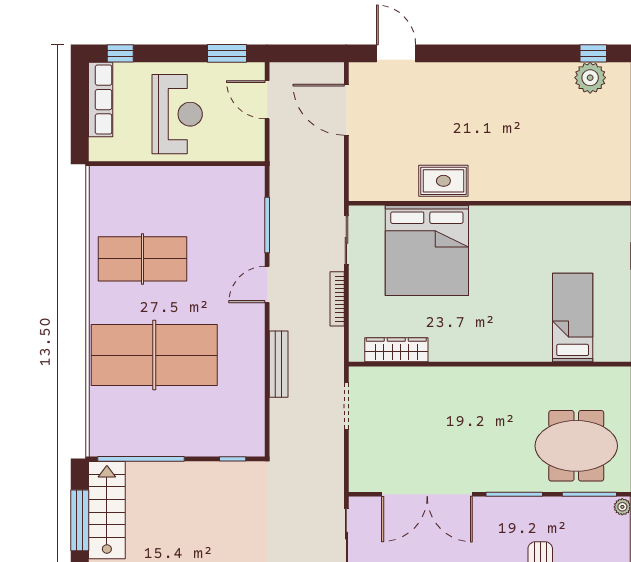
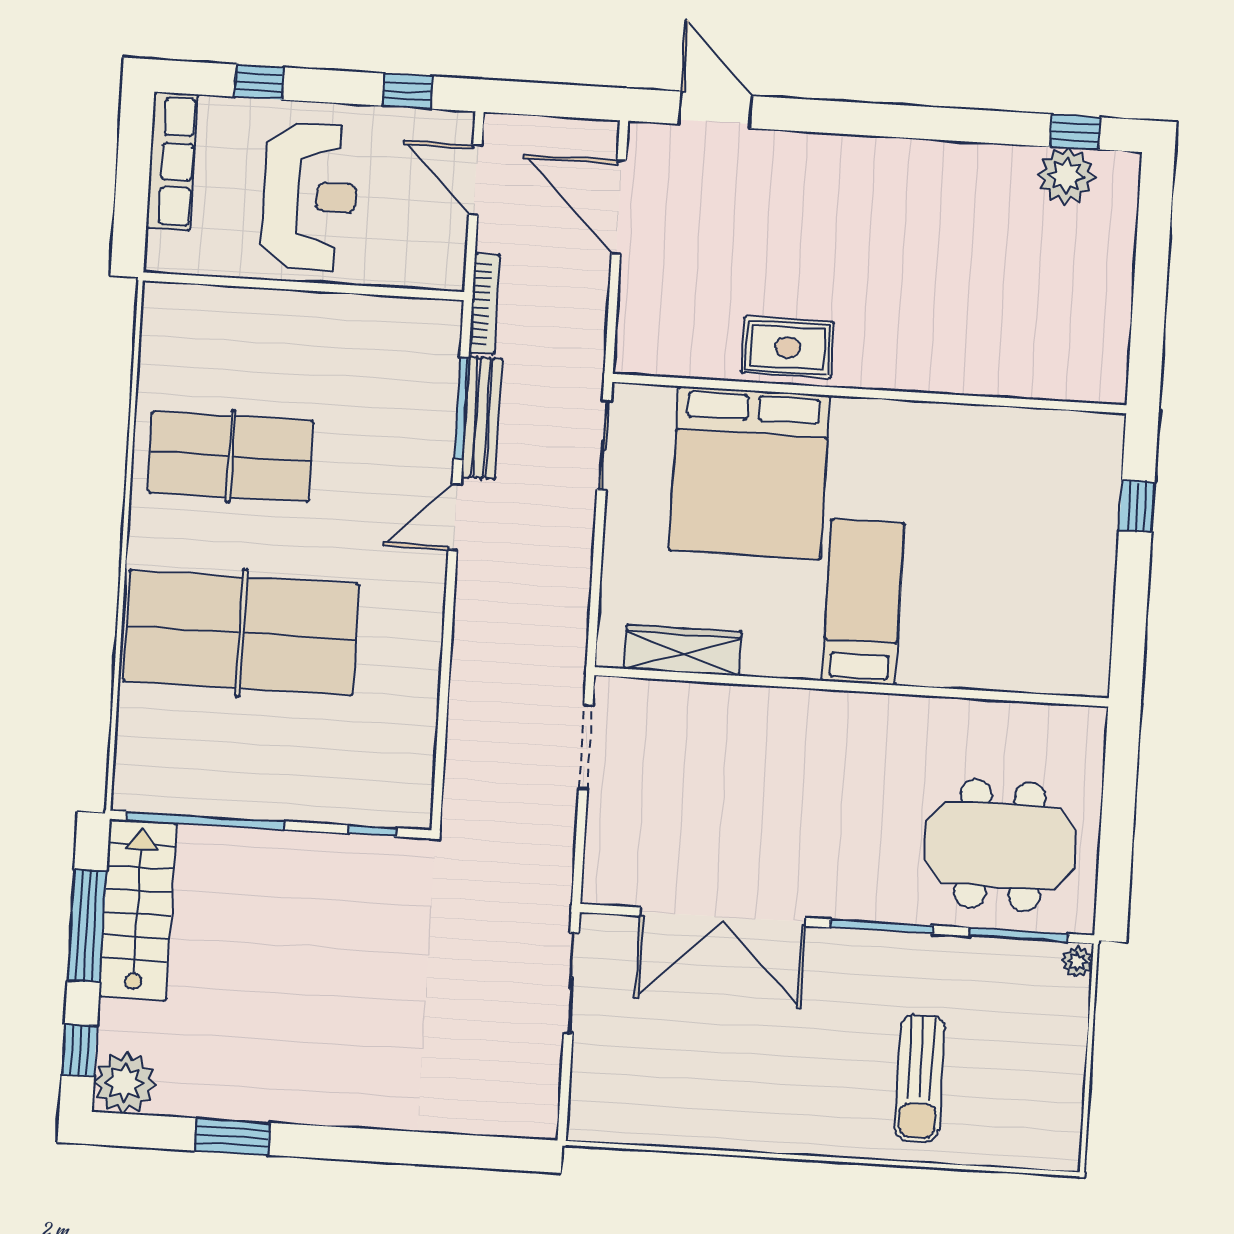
window: (120, 53) -> (259, 82), moved
window: (227, 53) -> (407, 91), width x0.67
bookcase: (337, 299) -> (485, 304), moved, turned 180
bed: (573, 317) -> (863, 602), moved
bench: (279, 364) -> (482, 418), moved

